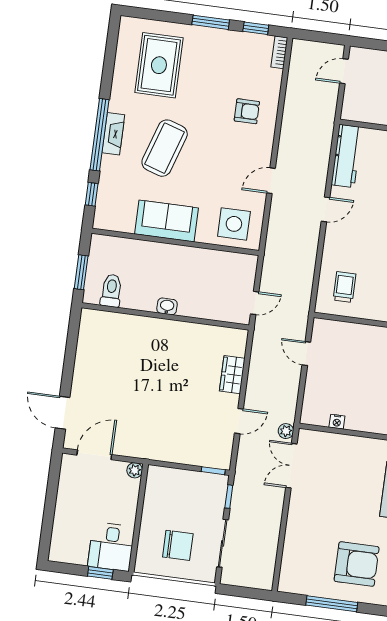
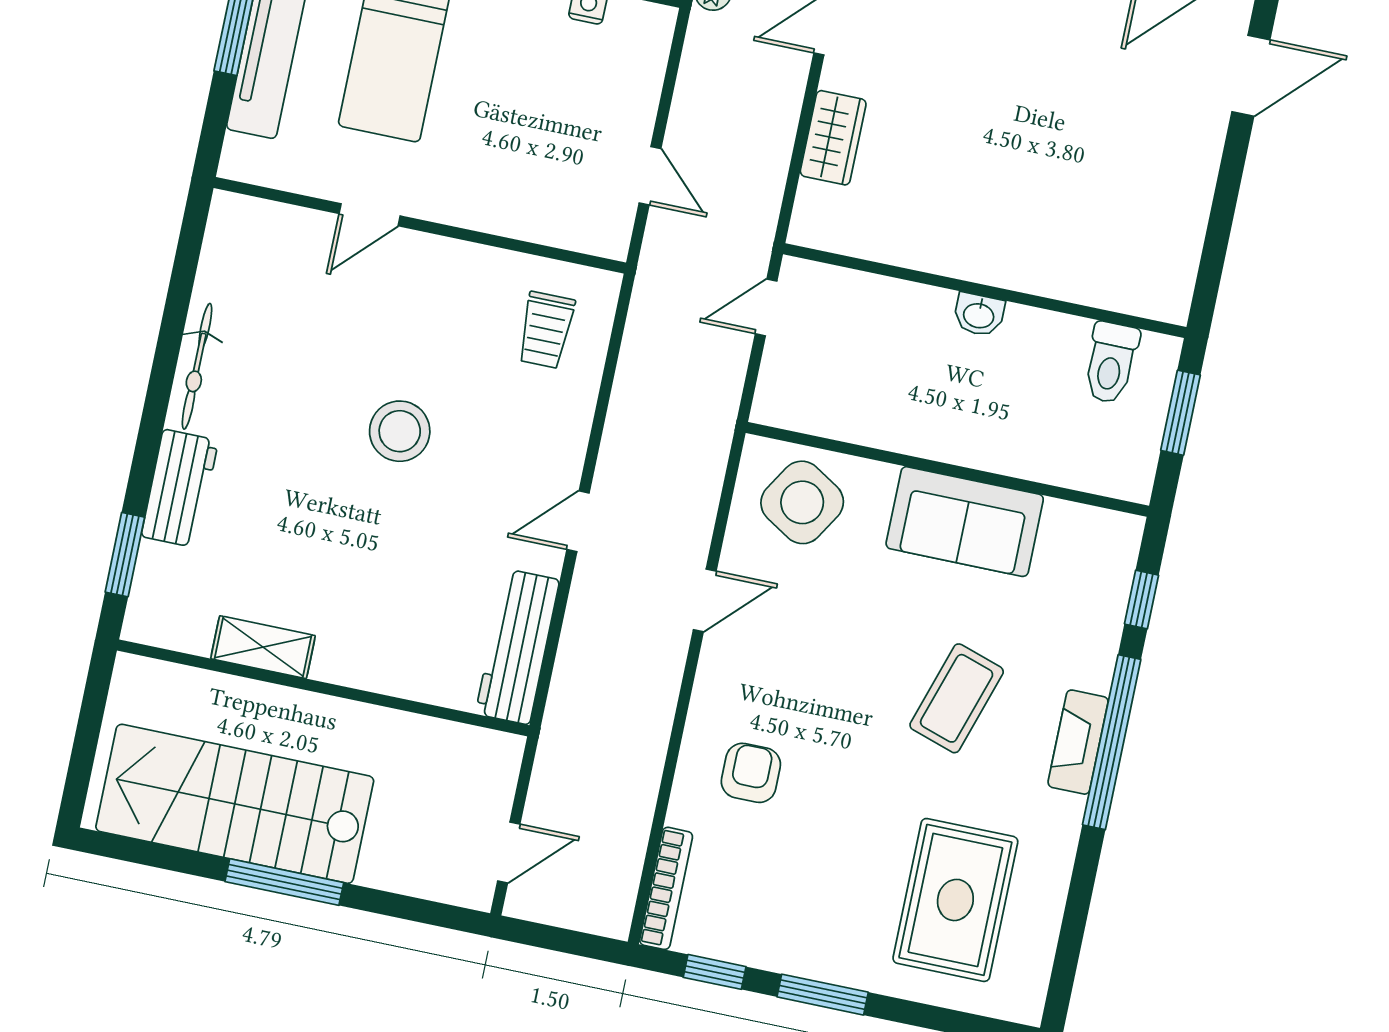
bookcase: (279, 52) -> (666, 888), width x1.56
armchair: (247, 111) -> (751, 773), turned 90
coffee table: (165, 148) -> (957, 698), width x0.73, depth x0.76
side table: (234, 224) -> (802, 502), turned 32
door: (62, 413) -> (1251, 76), hinge flipped

